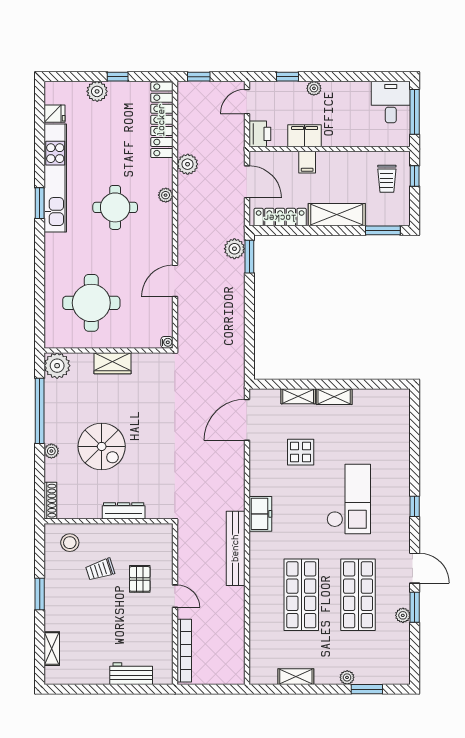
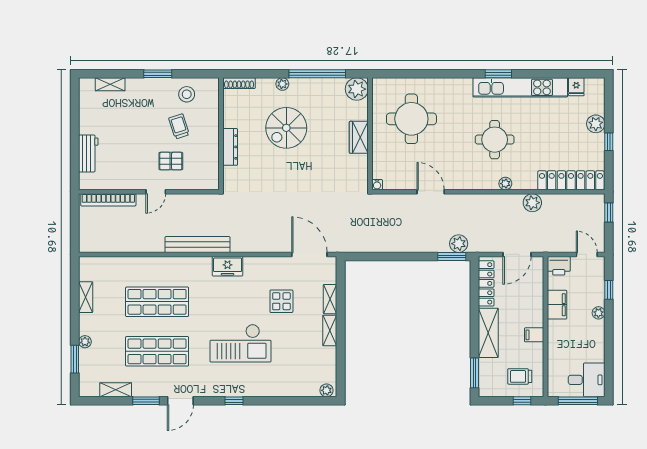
filing cabinet: (307, 162) -> (534, 335), moved
stool: (70, 543) -> (187, 94), moved
plant: (403, 615) -> (326, 390), moved
shelving: (402, 642) -> (116, 390), added

